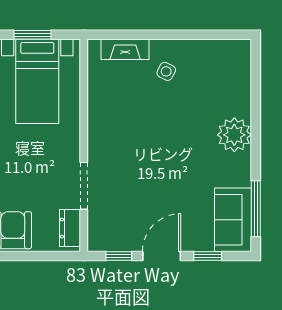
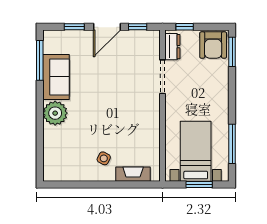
sofa: (233, 220) -> (56, 77), moved
window: (53, 256) -> (185, 27), added

